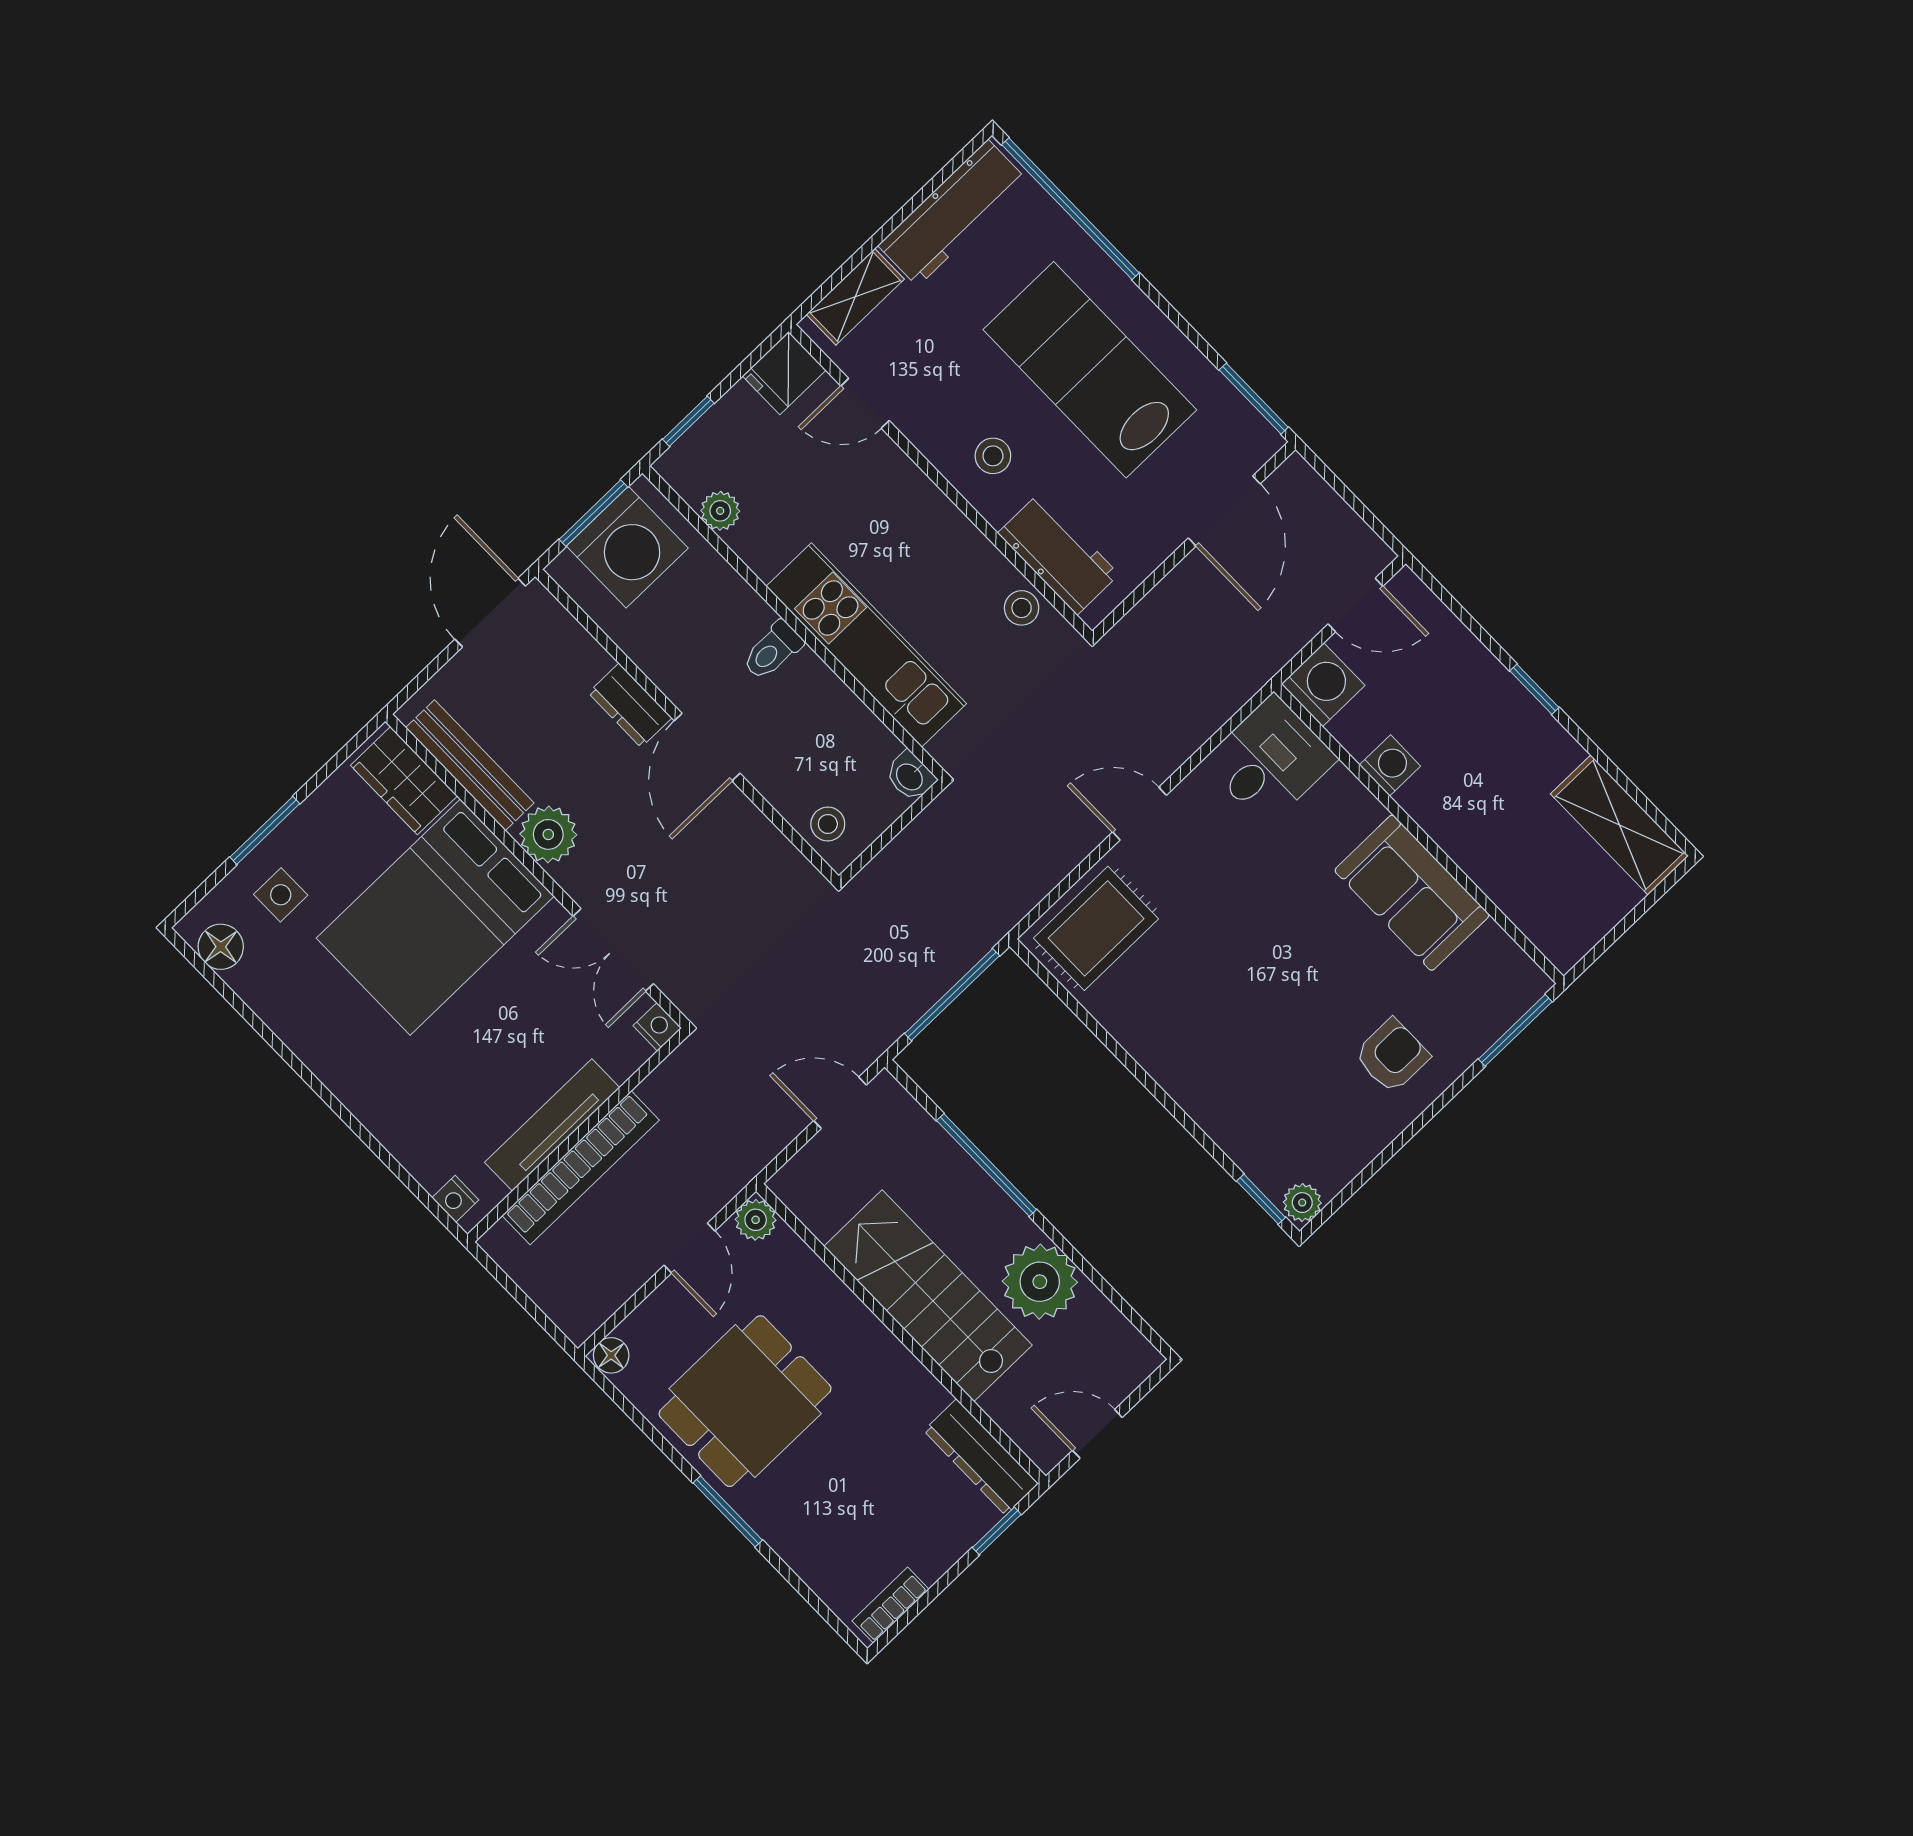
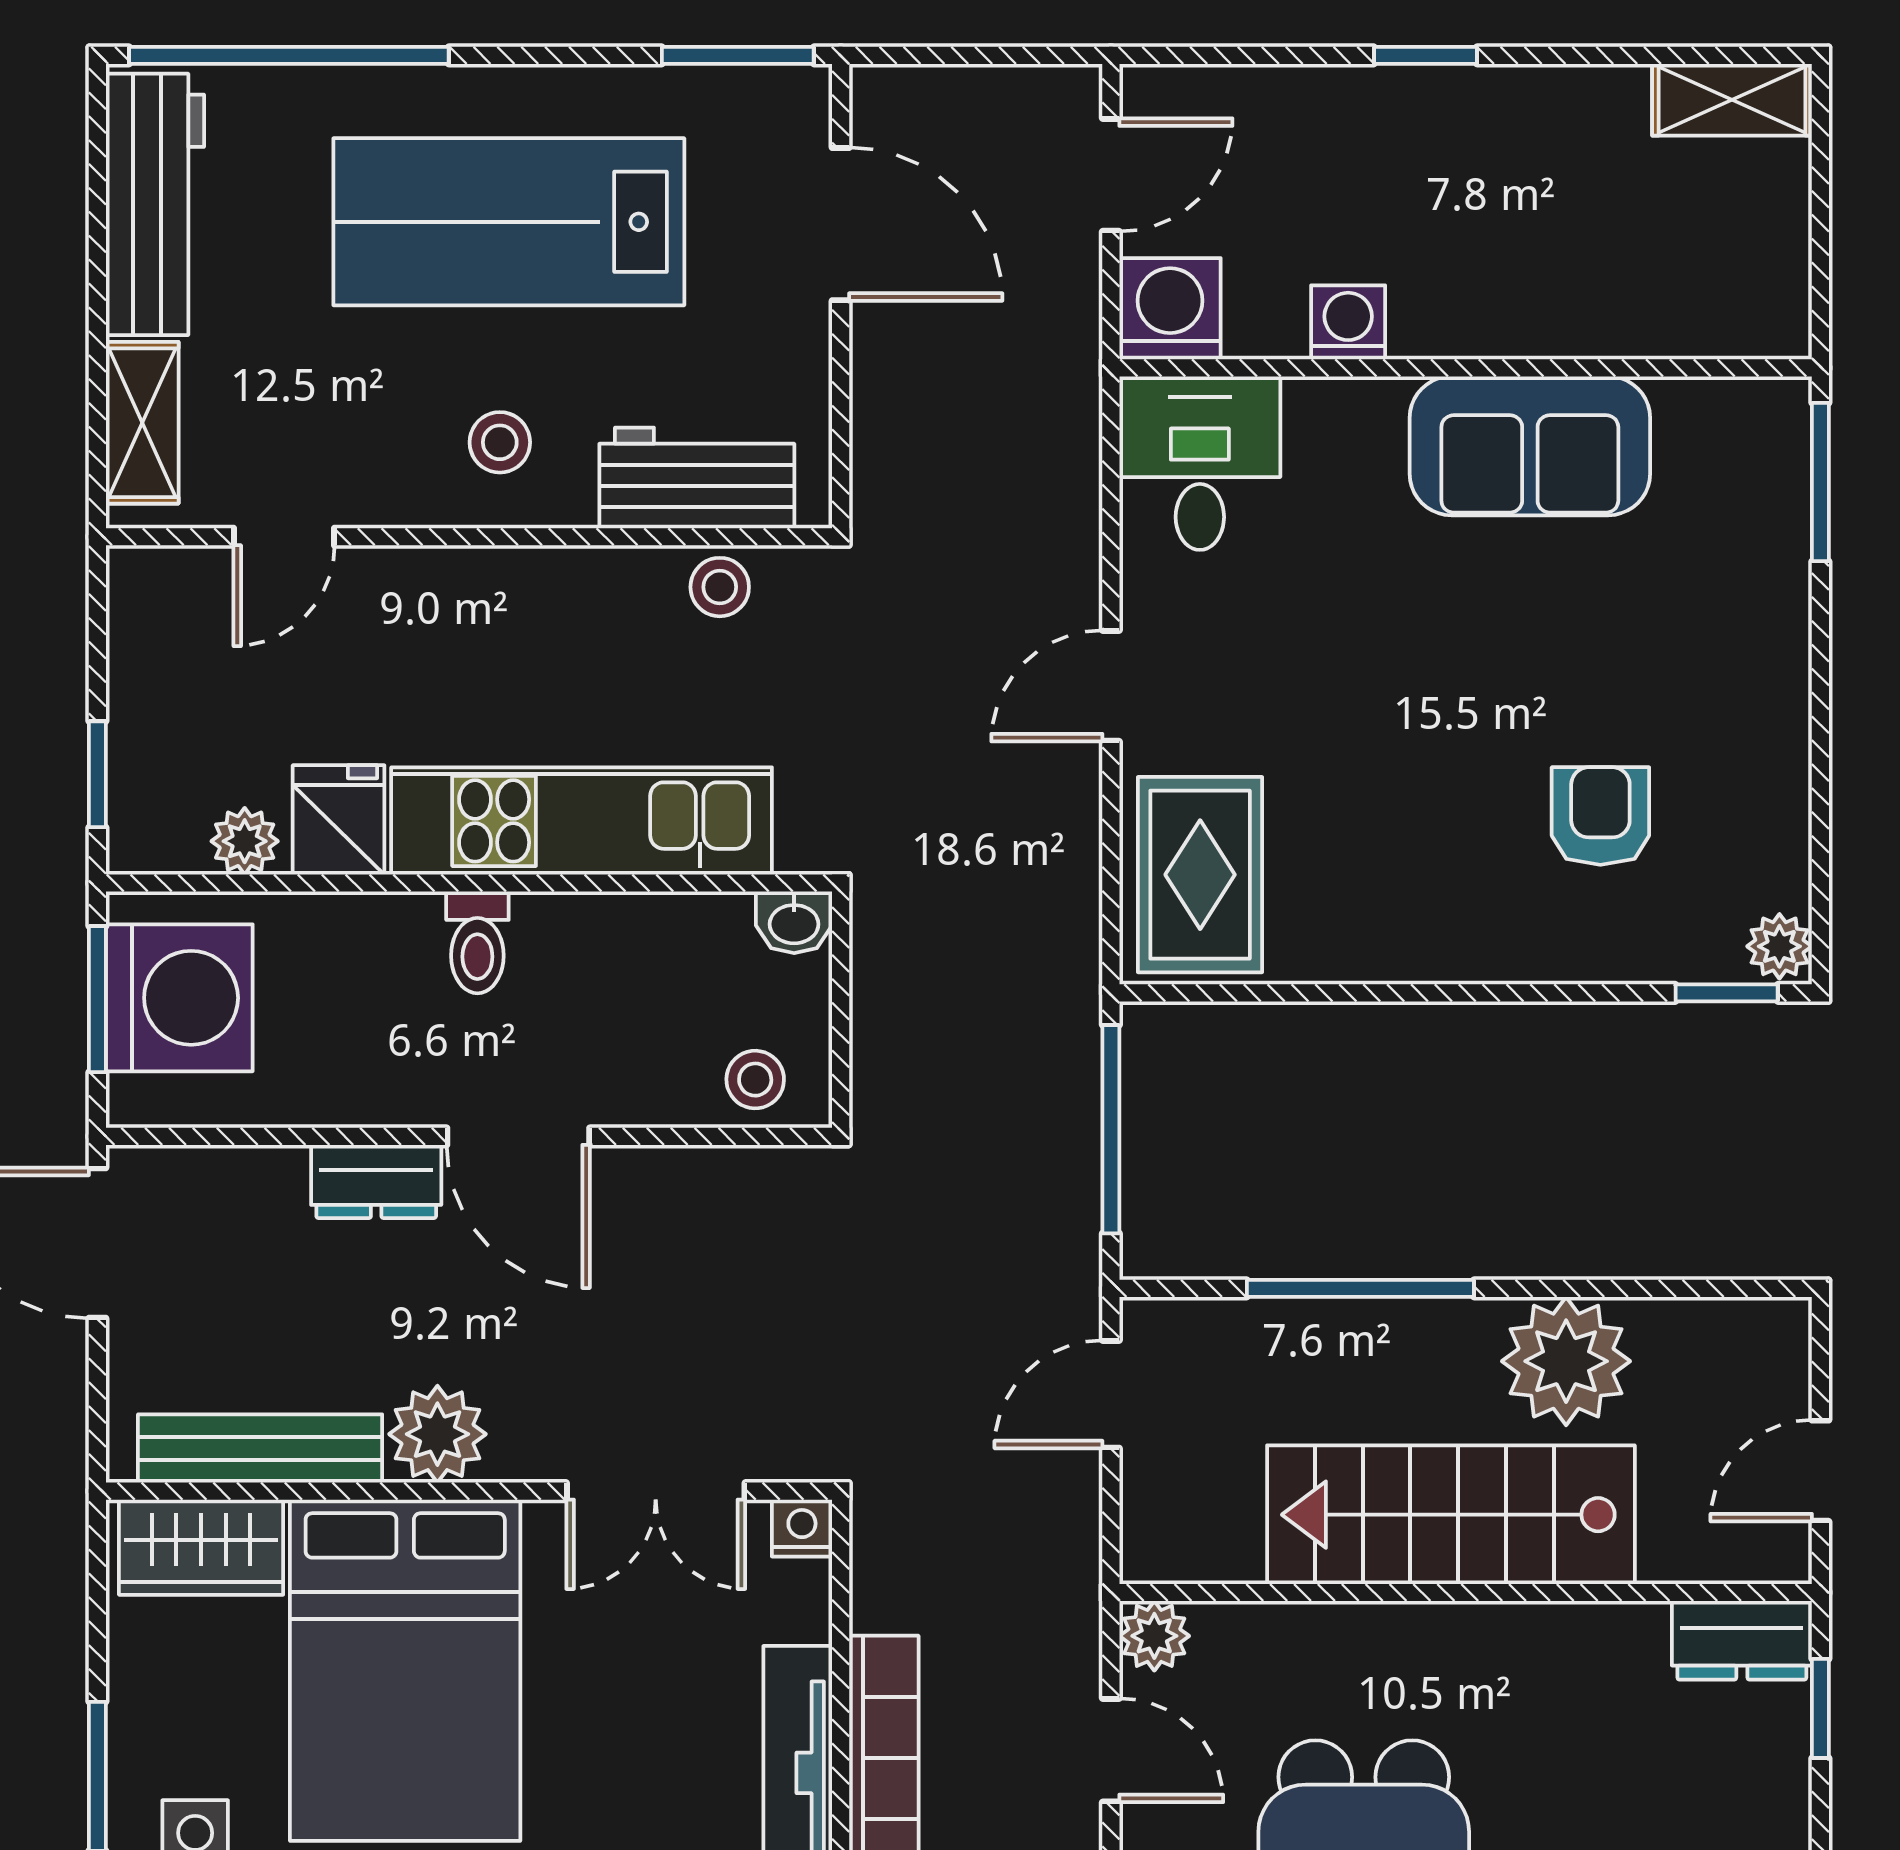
fridge: (784, 373) -> (339, 820), moved, turned 180
shelving: (1619, 825) -> (1732, 100), width x0.67, depth x0.75
armchair: (1392, 1056) -> (1600, 816), moved
dresser: (981, 1457) -> (1742, 1640), width x0.70

